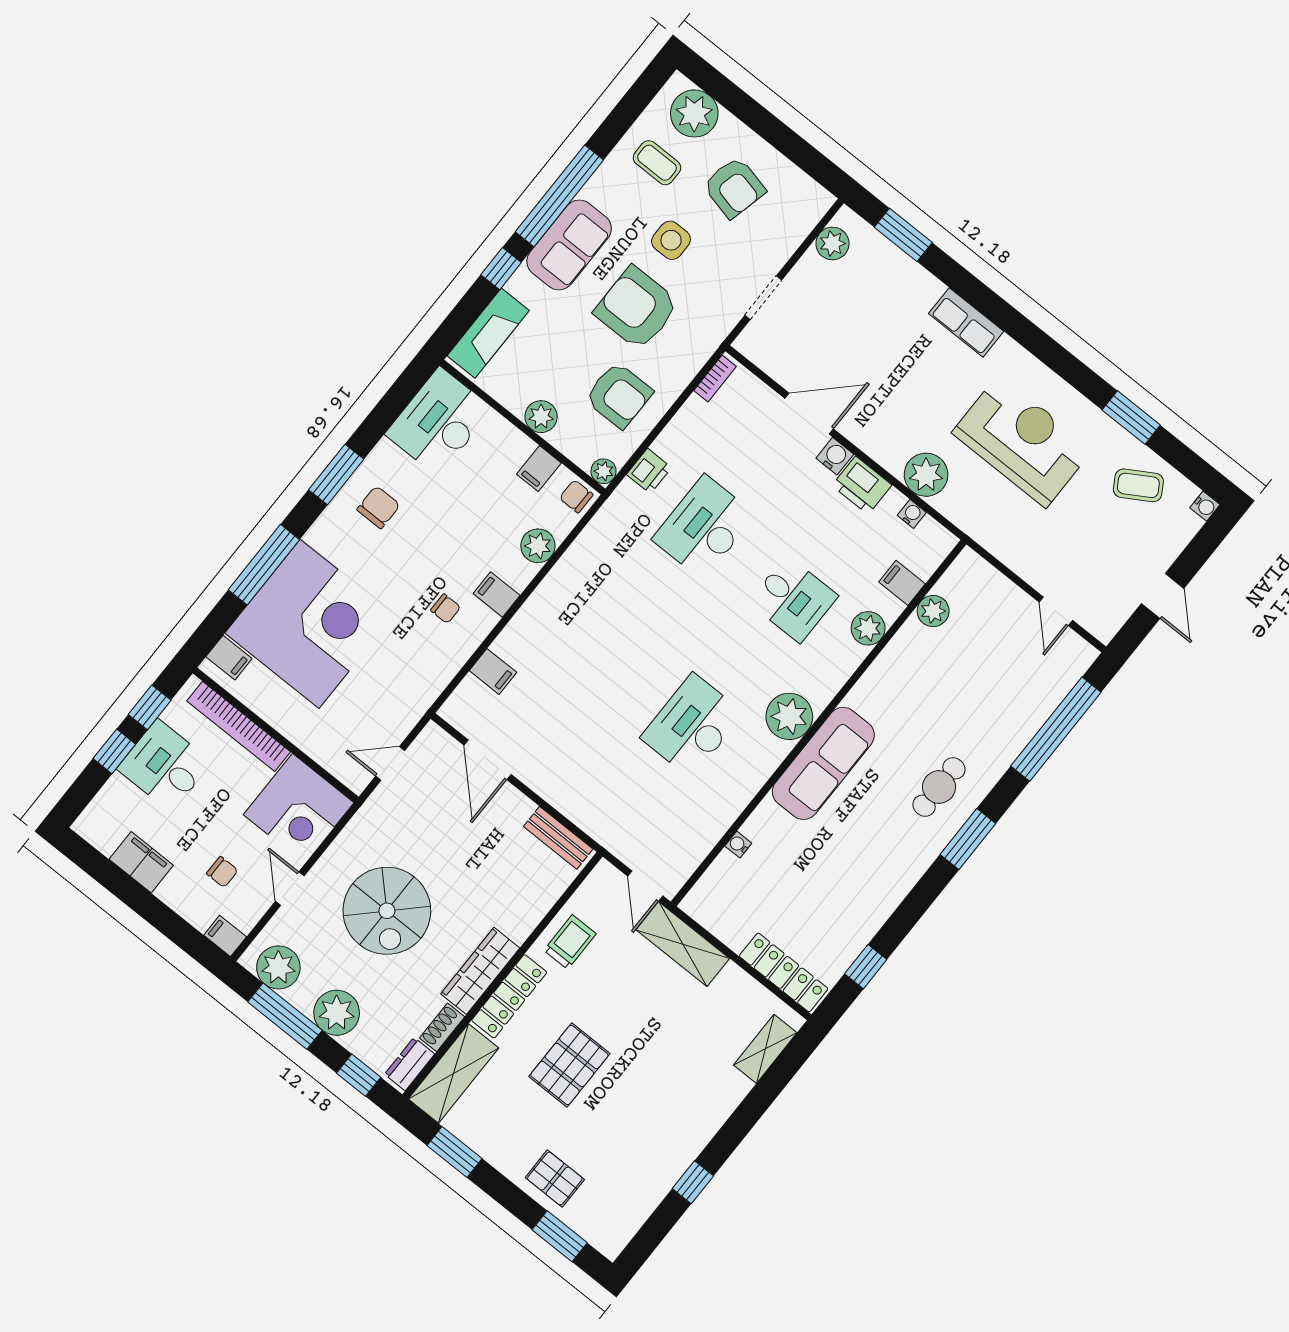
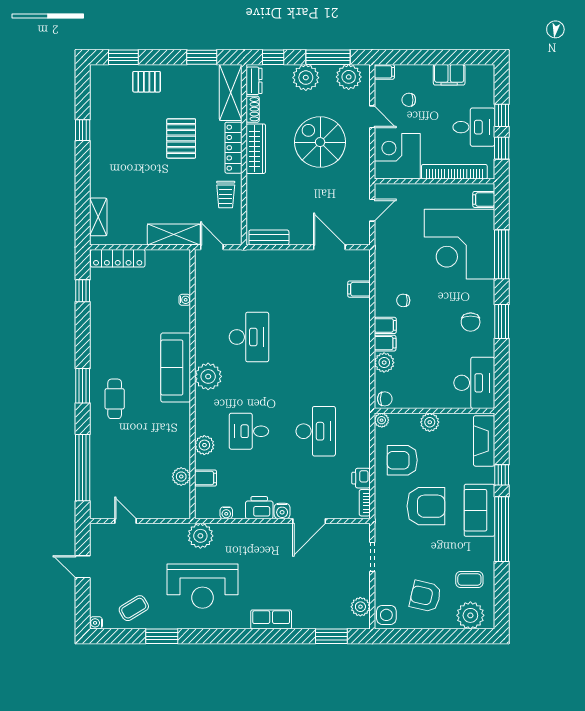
side table: (671, 240) -> (386, 615), moved
filing cabinet: (539, 469) -> (385, 343), moved, turned 90
printer: (649, 471) -> (361, 478), moved
plant: (926, 475) -> (200, 536), moved

